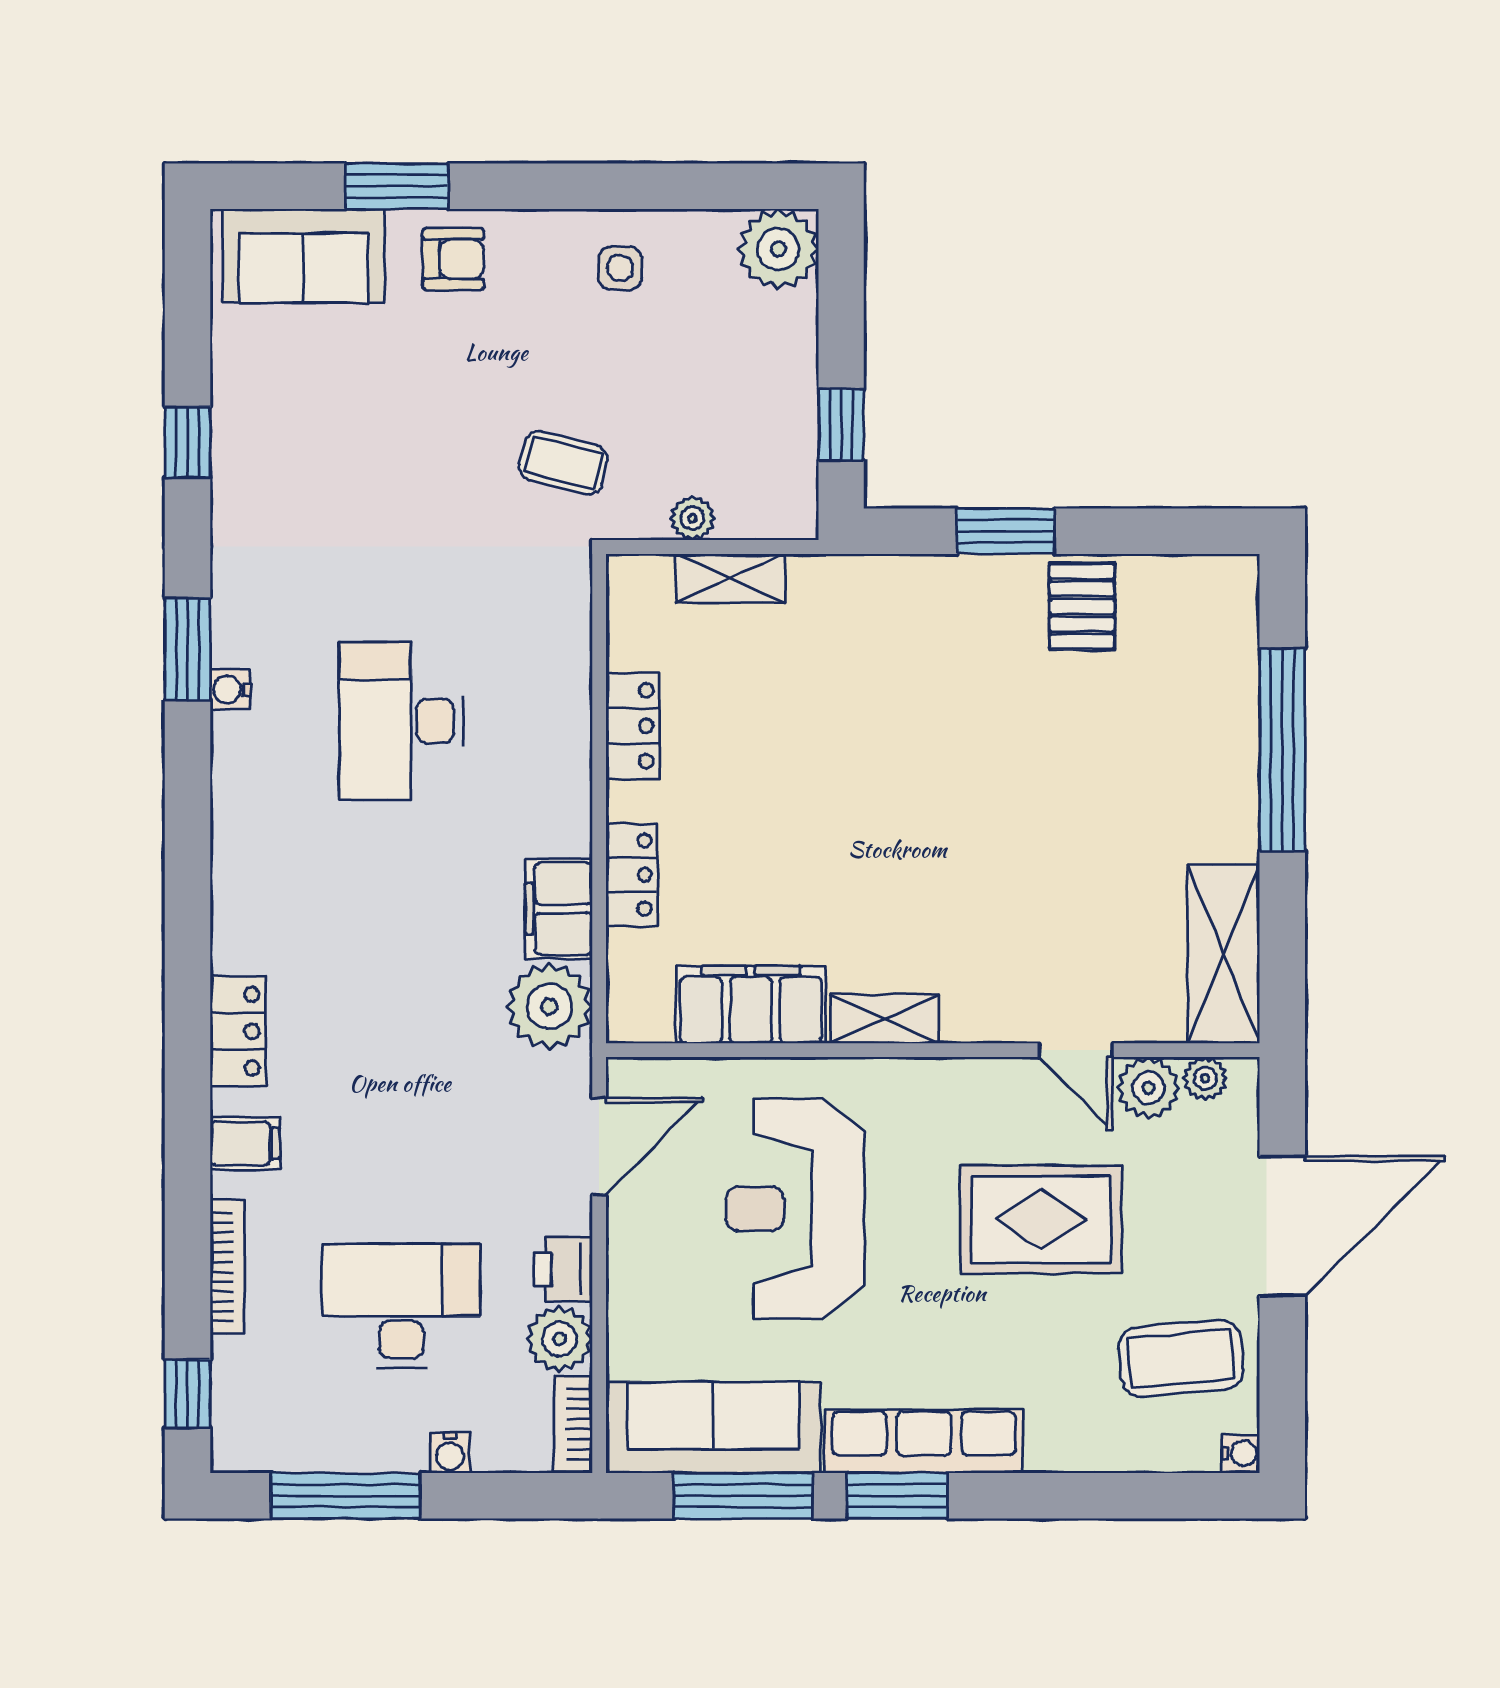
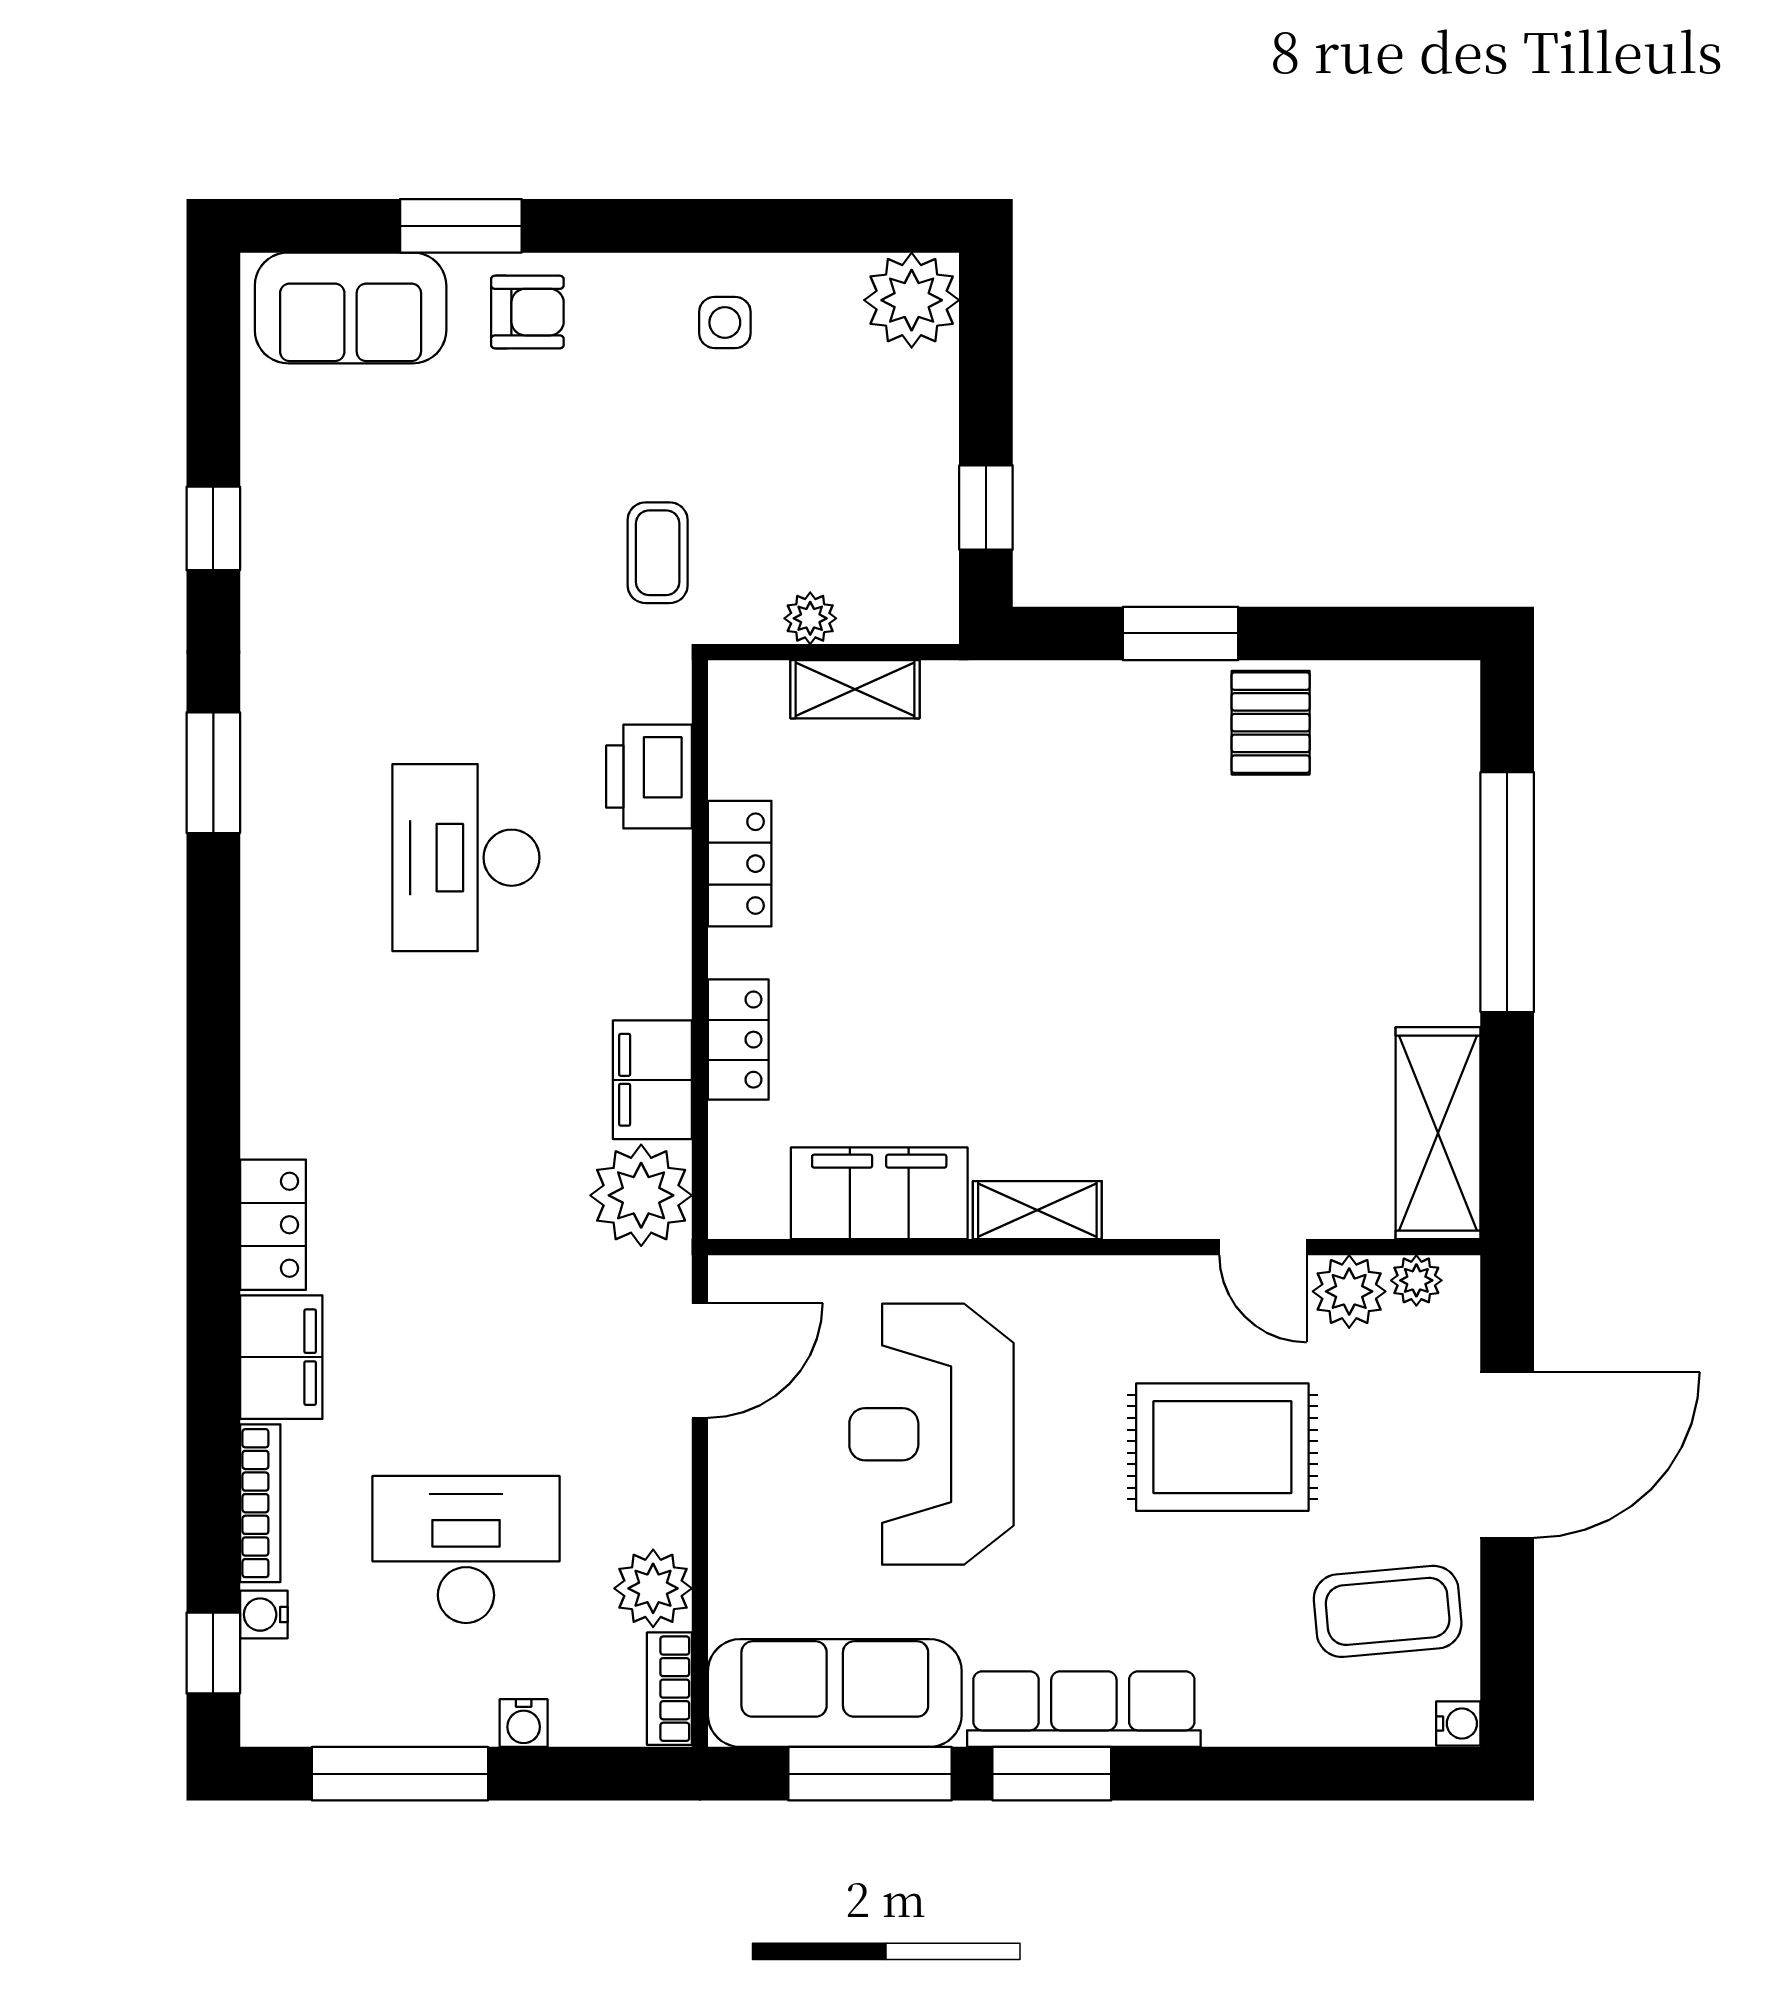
coffee table: (563, 463) -> (658, 553), turned 76
water cooler: (230, 690) -> (264, 1615), moved
filing cabinet: (245, 1143) -> (281, 1357), width x2.00
printer: (563, 1269) -> (649, 777), moved, width x1.36, depth x1.24

